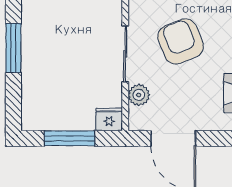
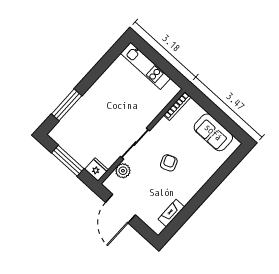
armchair: (181, 41) -> (169, 163), width x0.53, depth x0.53
window: (13, 48) -> (67, 105), moved

